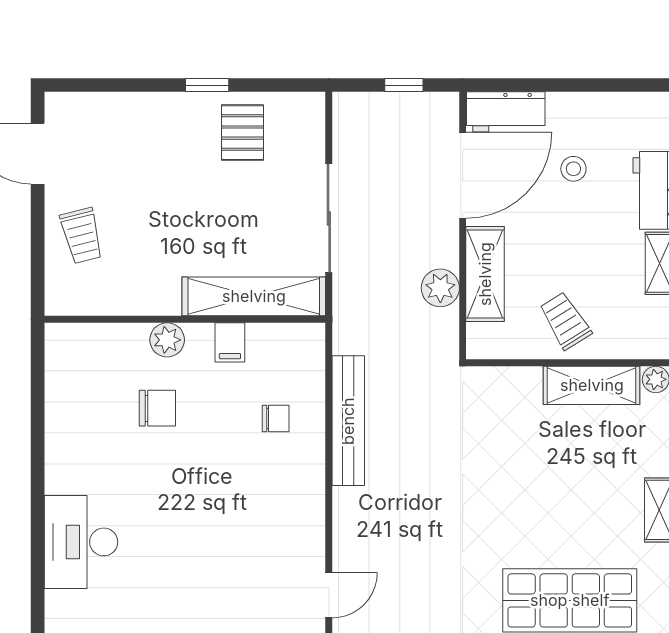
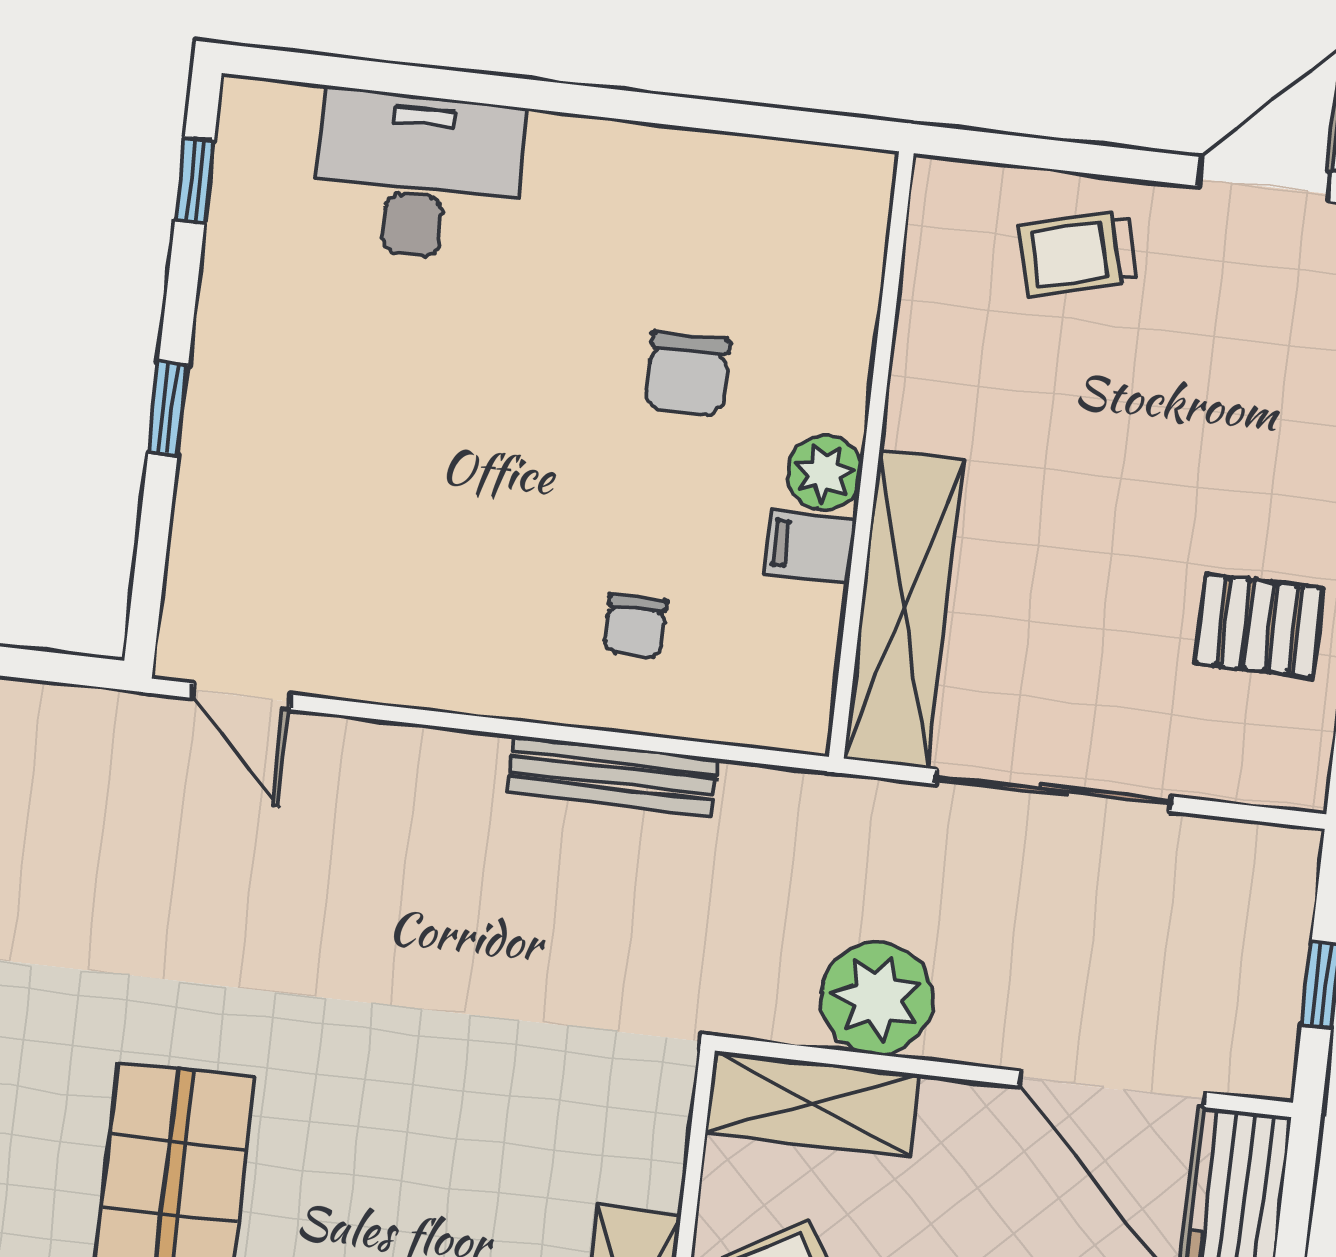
shelving: (485, 274) -> (813, 1103), moved
plant: (440, 288) -> (877, 998), width x1.36, depth x1.36
plant: (167, 340) -> (824, 472), moved
bench: (348, 421) -> (613, 776), width x0.73, depth x0.82

